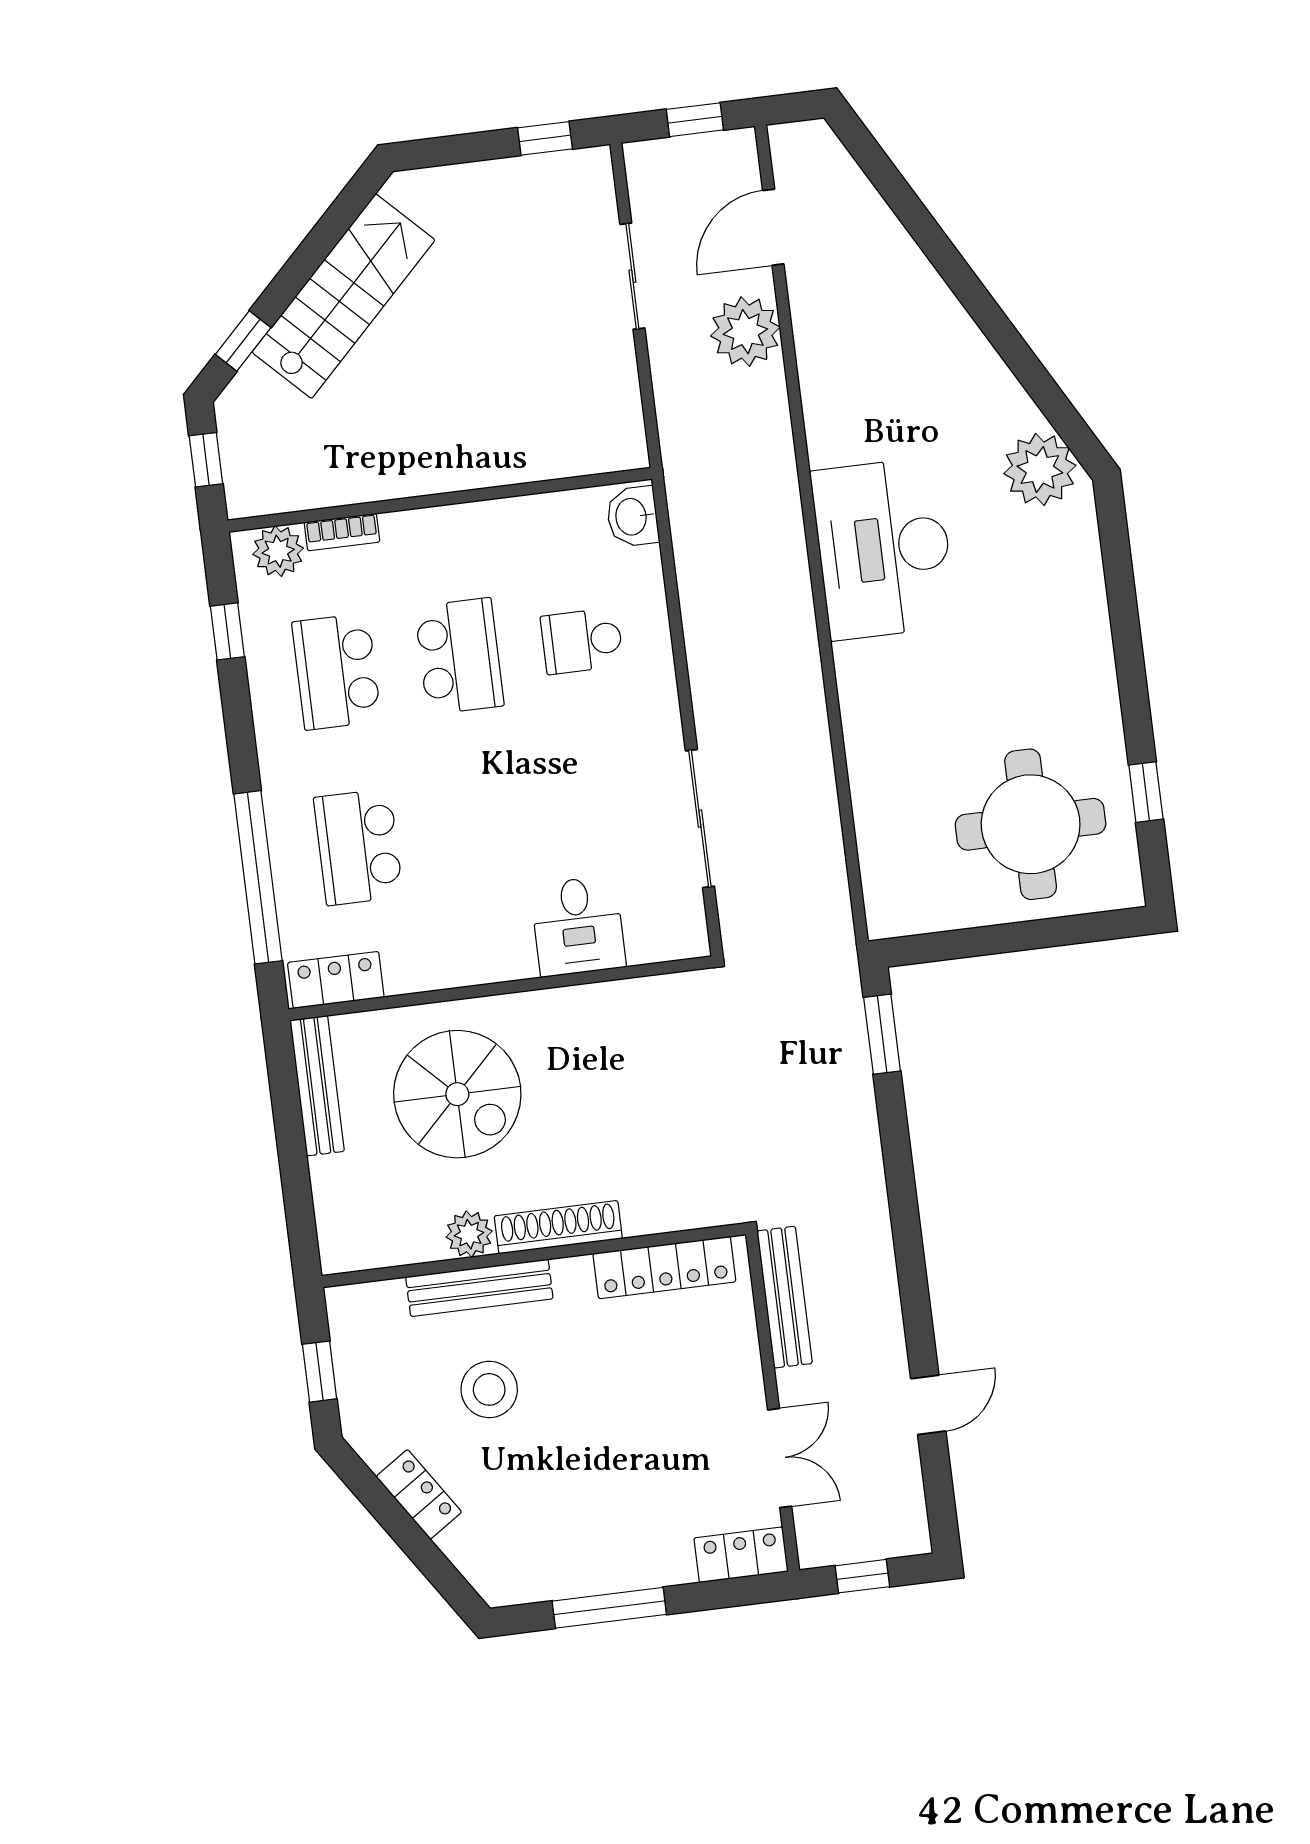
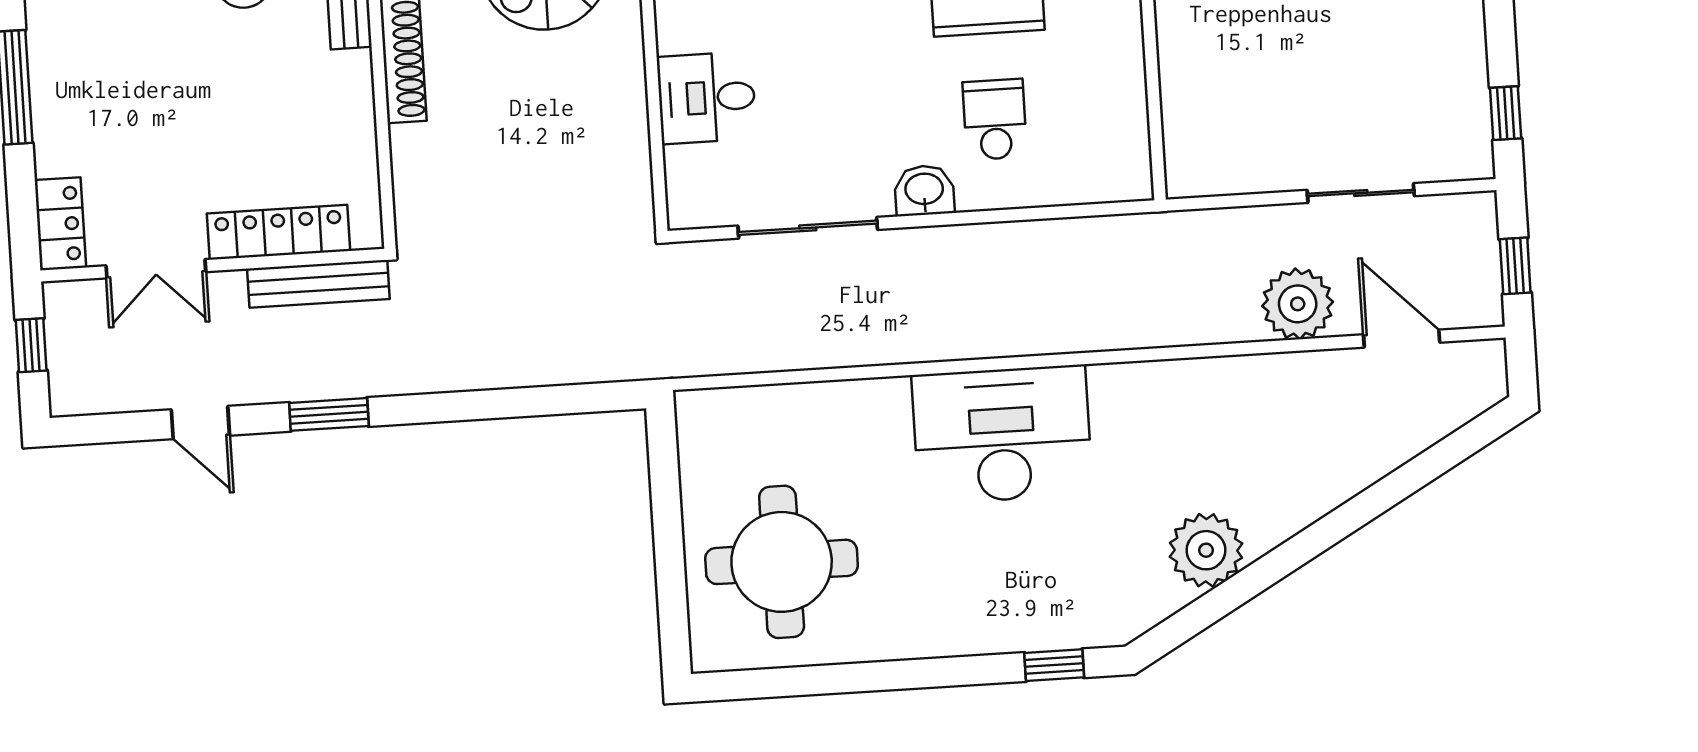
plant: (1040, 469) -> (1206, 550), moved
washbasin: (632, 517) -> (924, 190), moved
desk: (884, 549) -> (1002, 435), moved
window: (1146, 792) -> (1054, 665), moved
window: (882, 1034) -> (329, 414), moved
locker: (664, 1268) -> (278, 232), moved, turned 90

